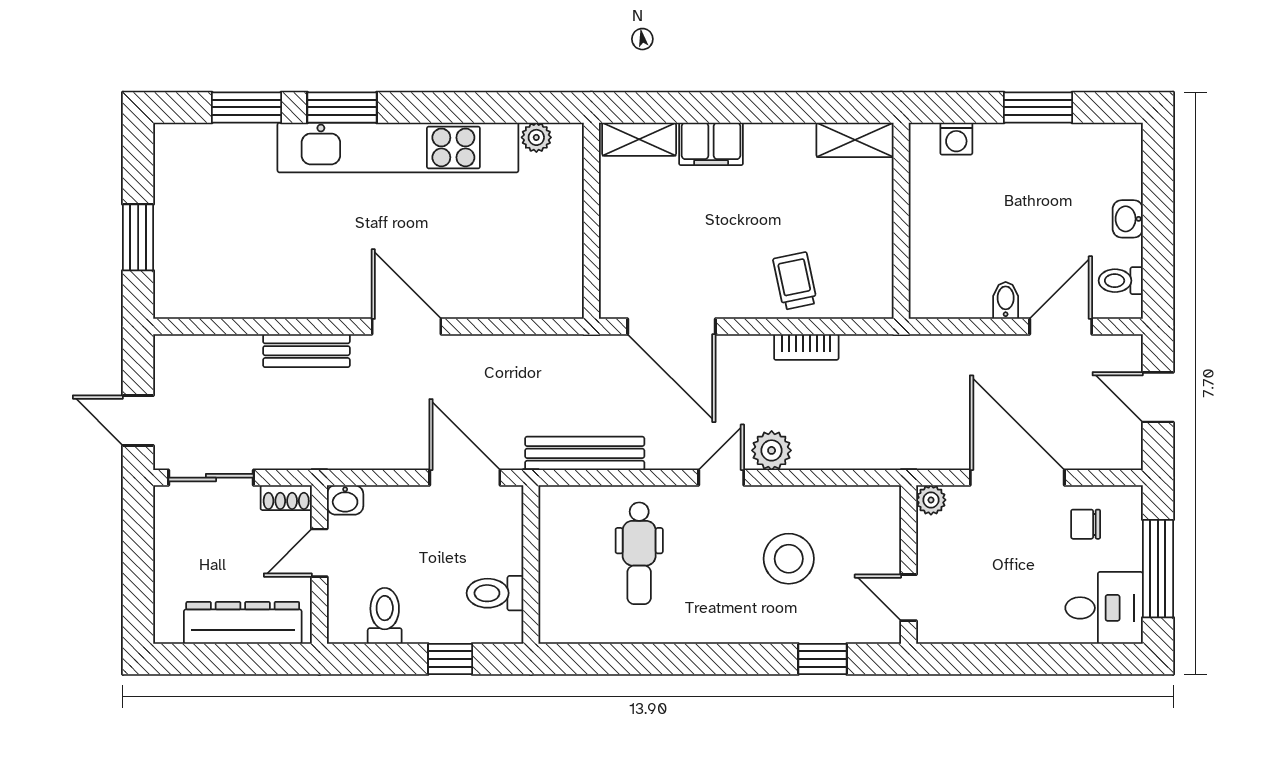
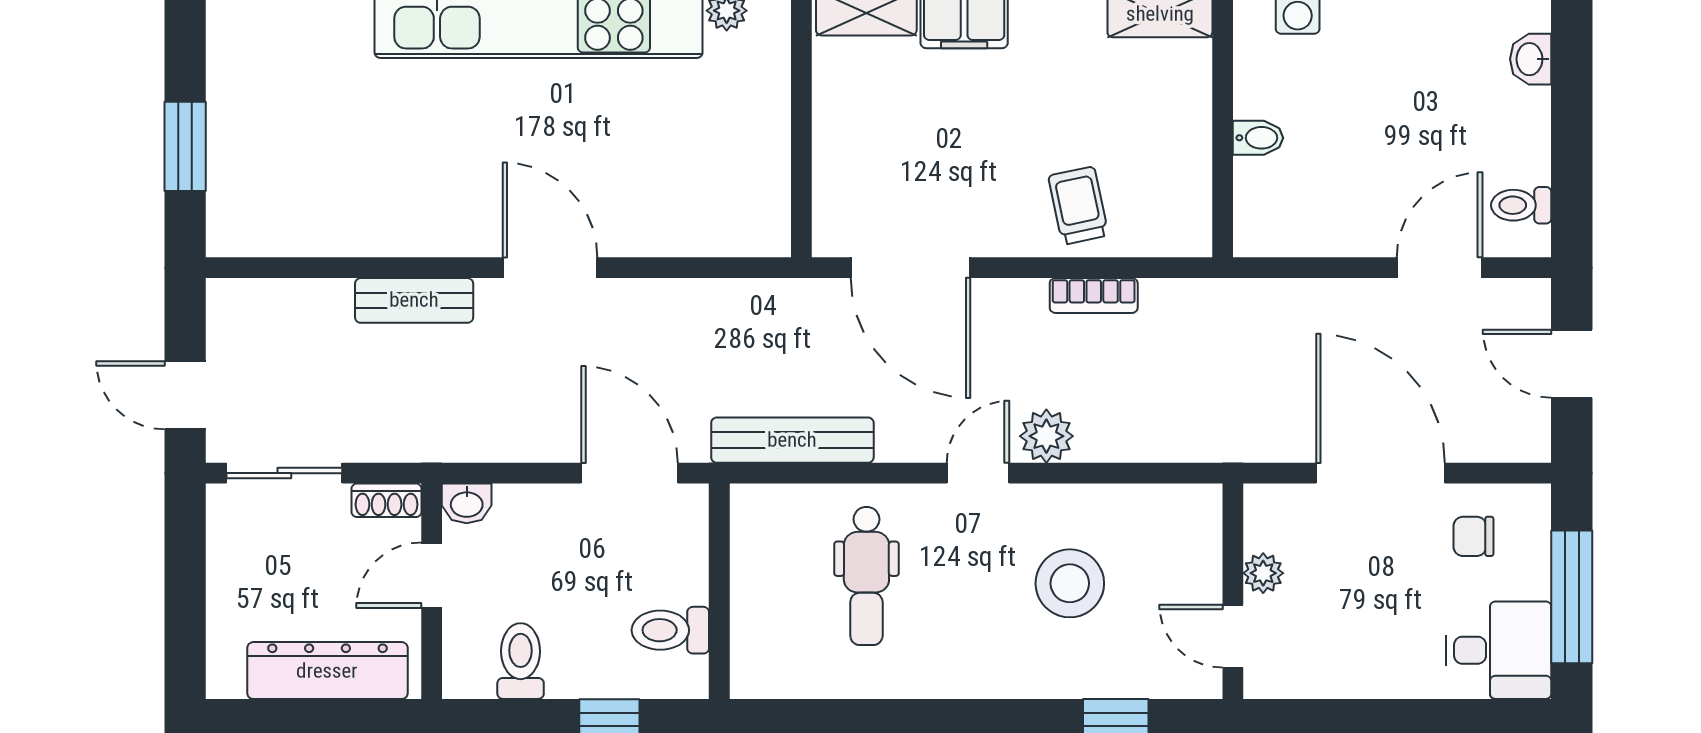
washbasin: (1128, 219) -> (1531, 59), moved
bidet: (1006, 300) -> (1258, 138), moved, turned 90
plant: (931, 500) -> (1263, 573), moved

